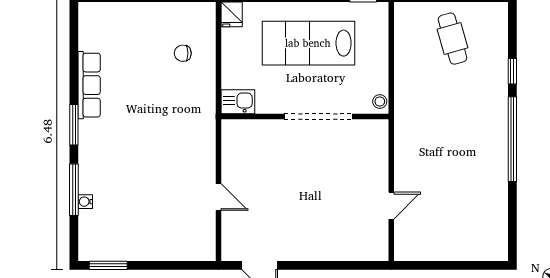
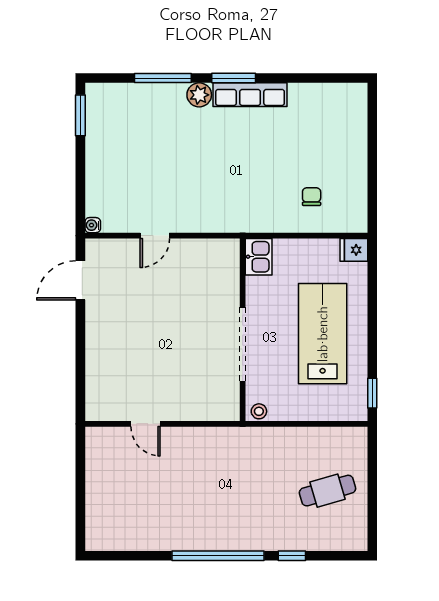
row of seats: (89, 85) -> (250, 95), moved
plant: (89, 156) -> (199, 95), added
water cooler: (85, 202) -> (93, 225), moved, turned -90

